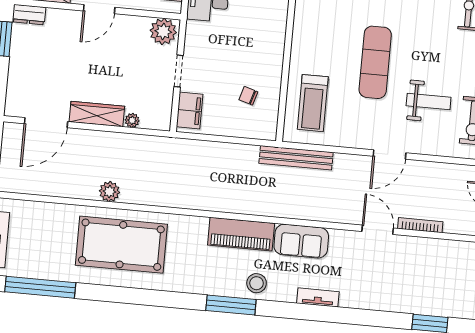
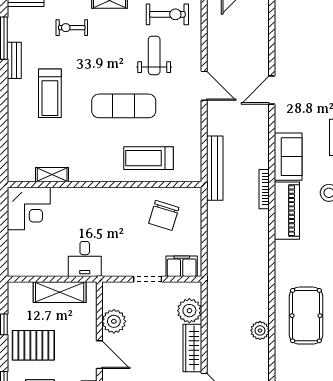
plant: (163, 31) -> (114, 321), moved
chair: (248, 96) -> (164, 215), width x1.87, depth x1.87
treadmill: (313, 103) -> (148, 158), moved, turned 180
plant: (132, 120) -> (189, 311), width x1.88, depth x1.88
bookcase: (420, 225) -> (264, 189), moved
pool table: (121, 245) -> (306, 316), width x0.73, depth x0.76

